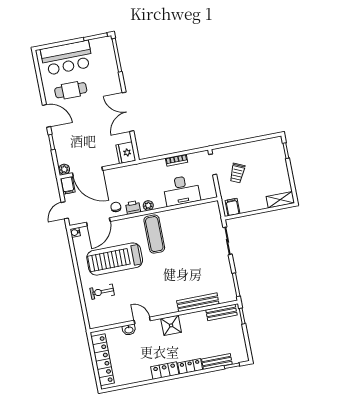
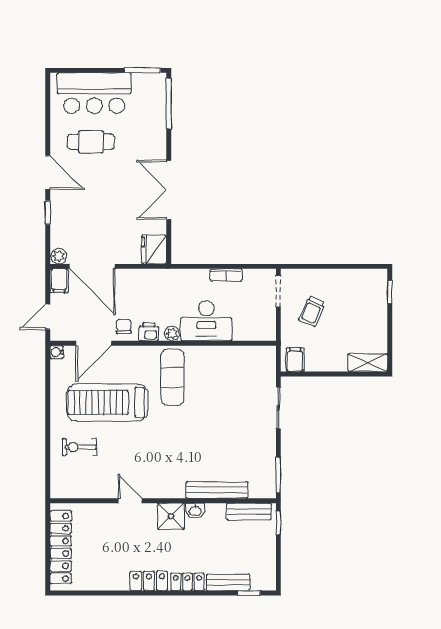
desk: (181, 190) -> (206, 321), moved
washbasin: (129, 330) -> (195, 511), moved

